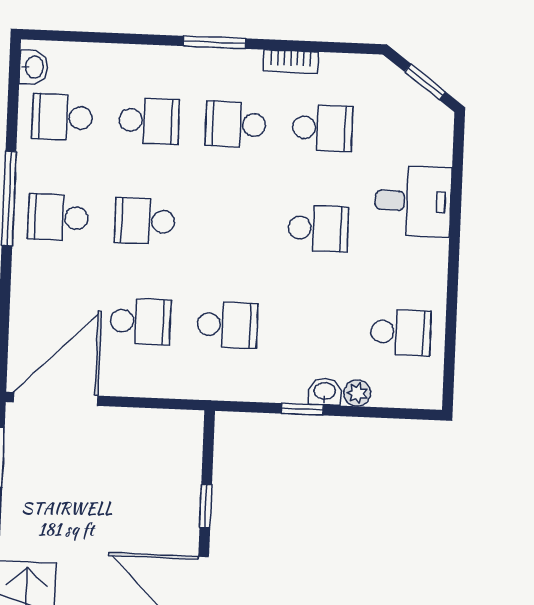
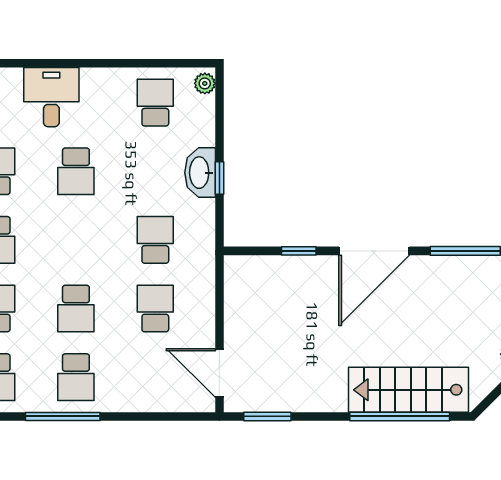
school desk: (318, 228) -> (76, 171), turned 180
washbasin: (325, 392) -> (200, 173), width x1.91, depth x1.45
plant: (357, 393) -> (205, 83), moved
door: (56, 399) -> (219, 373), width x0.73

